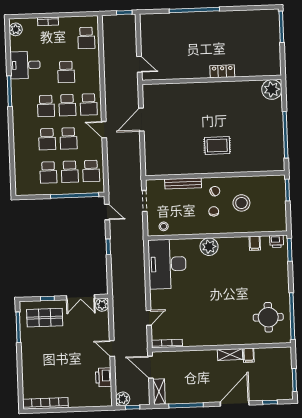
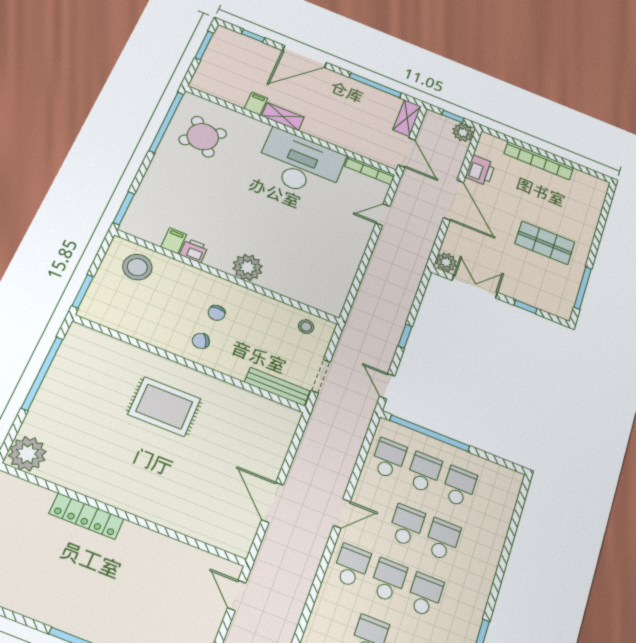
locker: (222, 71) -> (87, 516), width x1.53
door: (141, 120) -> (272, 502), swing flipped
door: (104, 130) -> (342, 513), hinge flipped
rug: (217, 146) -> (164, 407), width x1.36, depth x1.43
bench: (183, 183) -> (277, 387), moved
stool: (241, 203) -> (137, 267), moved
printer: (277, 241) -> (194, 250), moved
desk: (167, 264) -> (300, 164), moved, turned -90
round table: (268, 317) -> (203, 137), turned -38
shop shelf: (45, 318) -> (545, 243), moved
door: (112, 349) -> (454, 200), width x1.88
bookcase: (45, 403) -> (539, 161), moved

